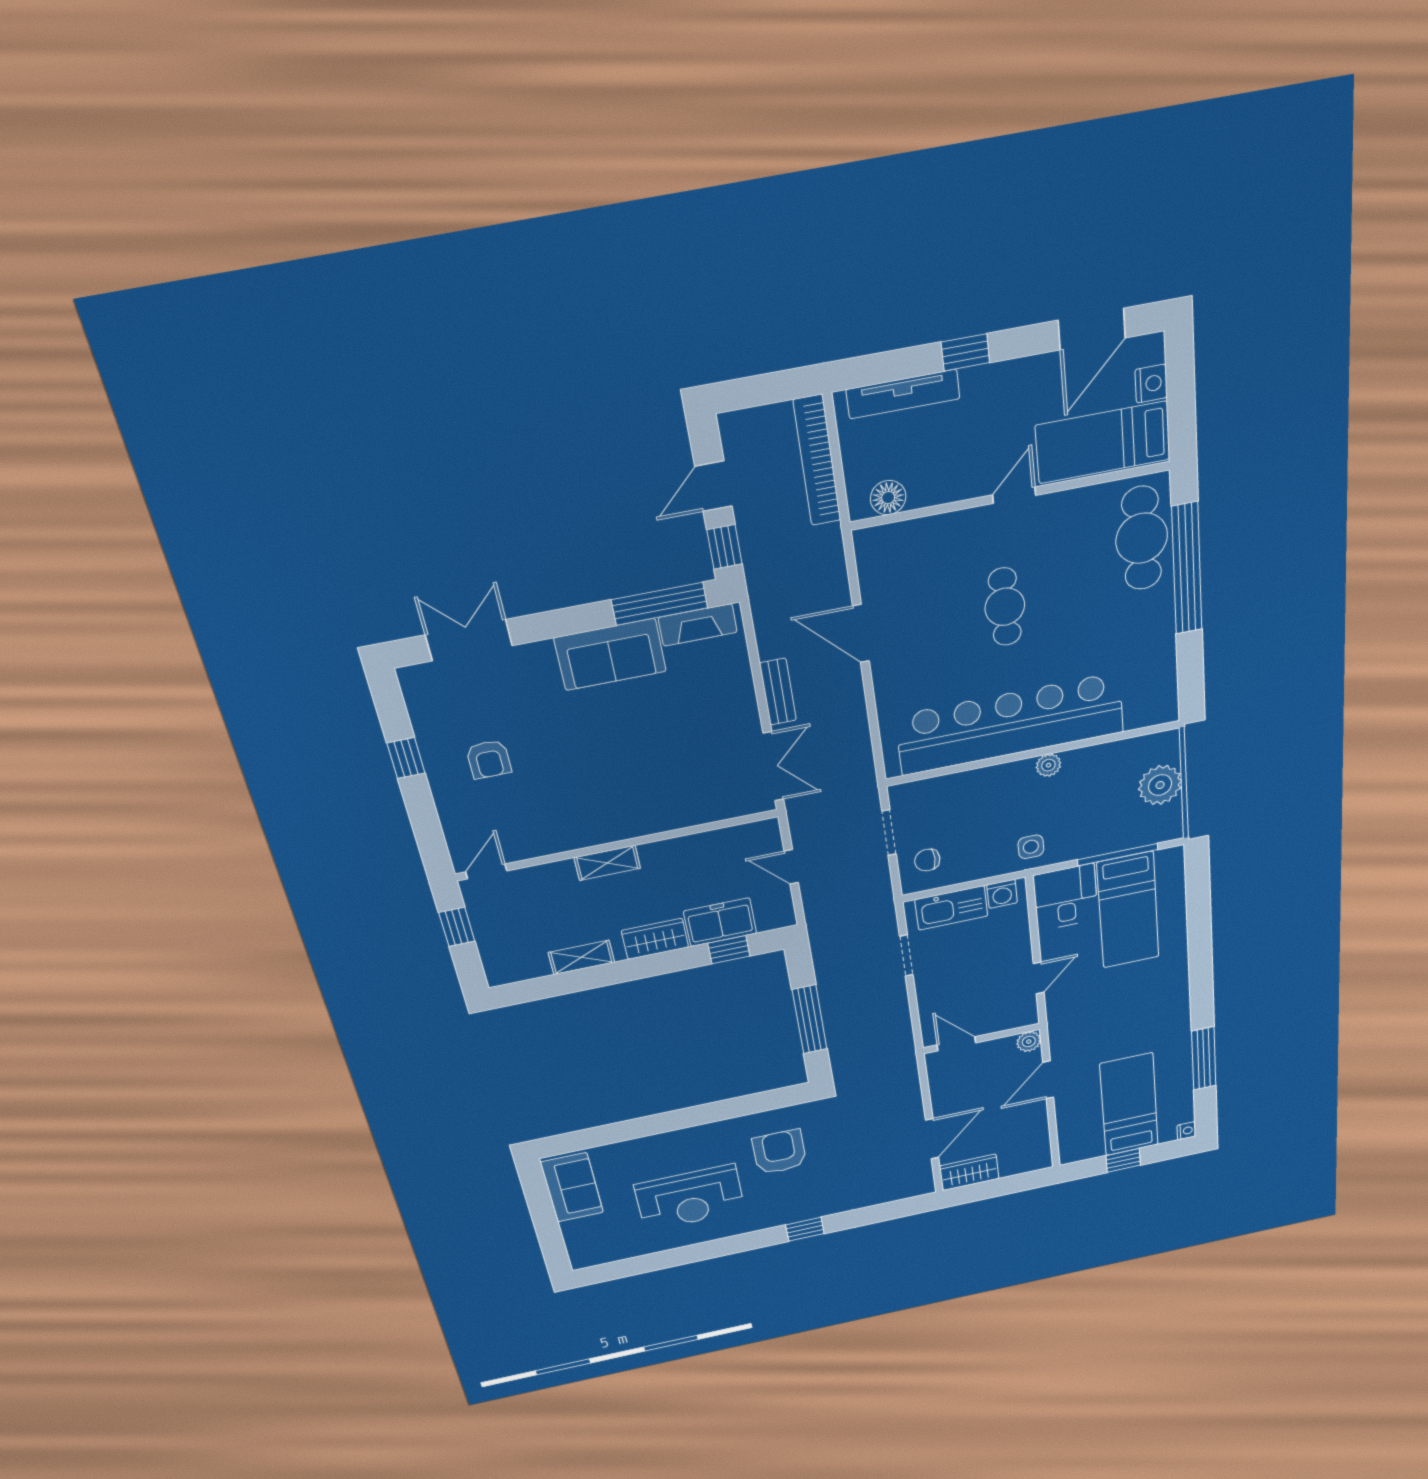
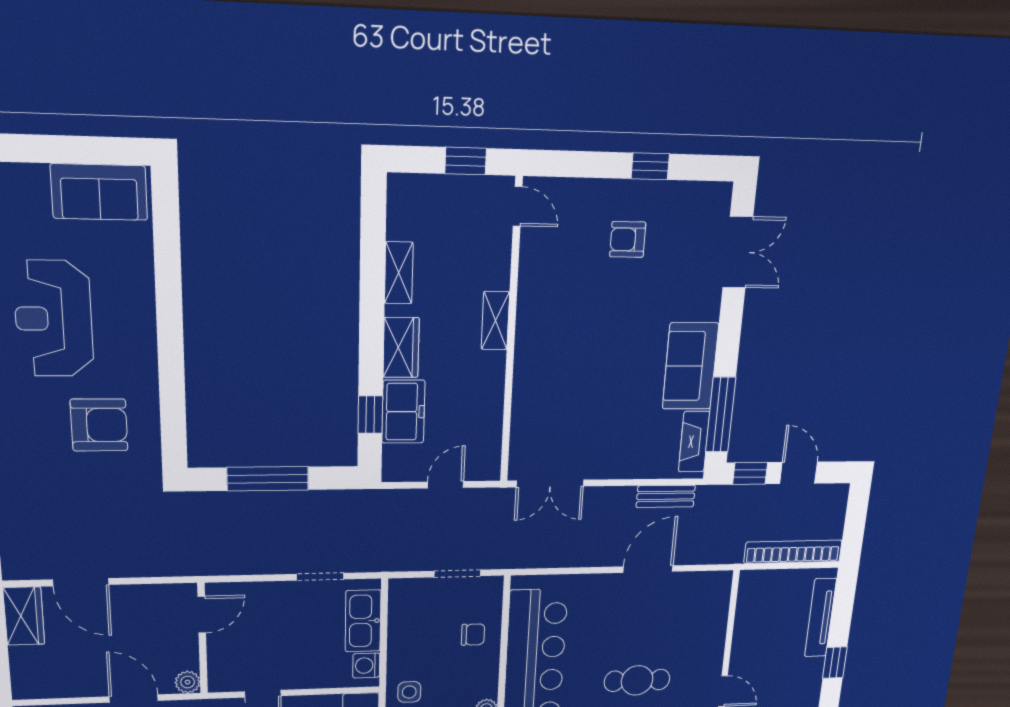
floor lamp: (888, 498) -> (750, 600), removed
bench: (778, 692) -> (666, 496), moved
chair: (927, 860) -> (473, 635), moved, turned 90

